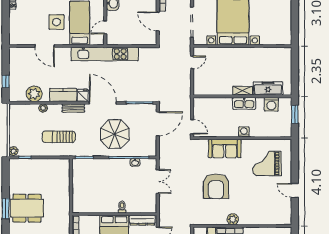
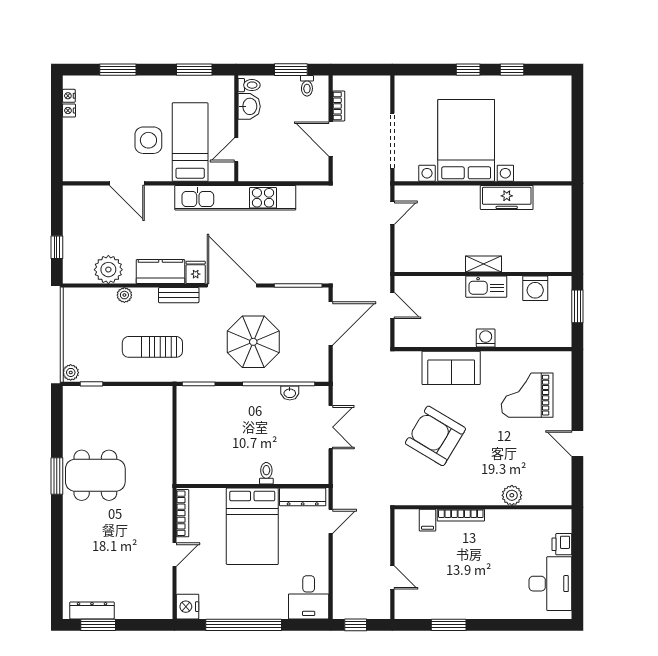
freezer: (268, 88) -> (507, 197), moved, turned 180
door: (192, 127) -> (392, 305), moved
armchair: (216, 186) -> (435, 436), turned 121
plant: (233, 219) -> (512, 495), moved

